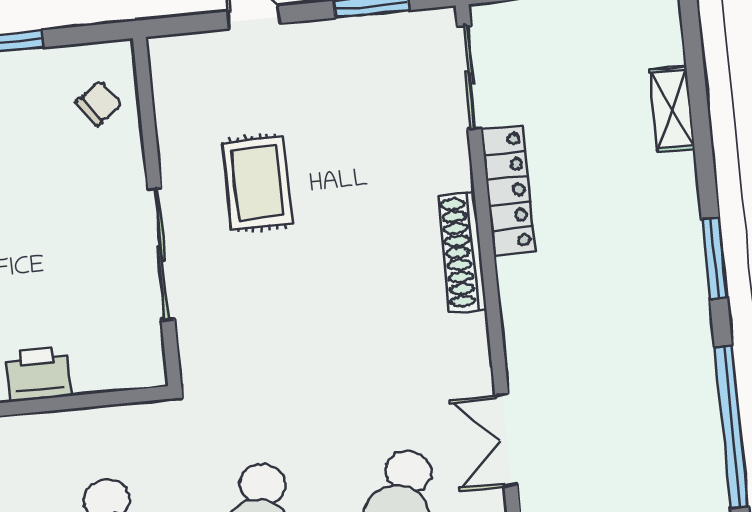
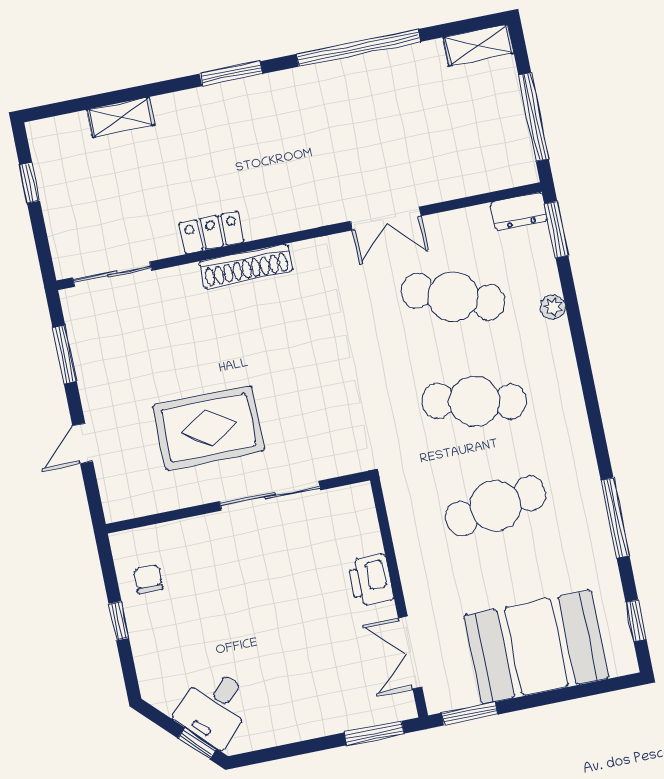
chair: (99, 103) -> (148, 579), moved, turned 36
rug: (257, 183) -> (209, 428), width x1.36, depth x1.43
locker: (508, 190) -> (212, 233), width x0.66

